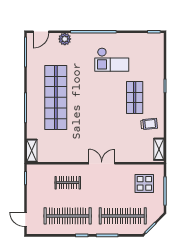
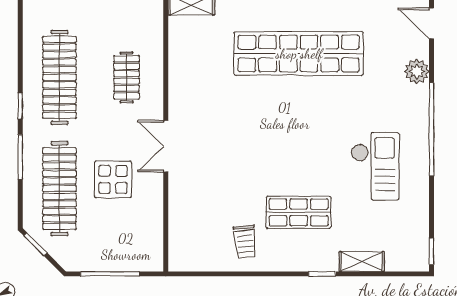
checkout: (112, 60) -> (375, 166), turned 180
shelving: (159, 149) -> (362, 262), moved
double door: (102, 163) -> (166, 146), swing flipped
display table: (144, 183) -> (113, 179), moved

